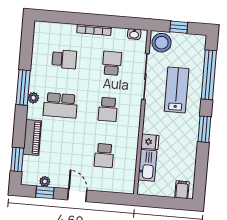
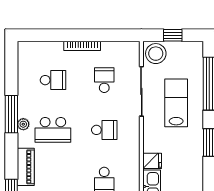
washbasin: (134, 34) -> (126, 47), removed
school desk: (108, 109) -> (104, 130), turned -90

